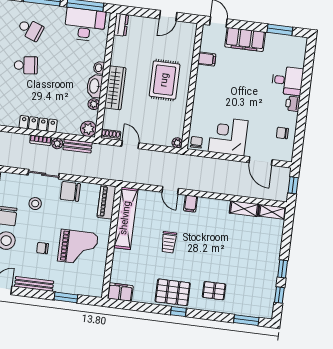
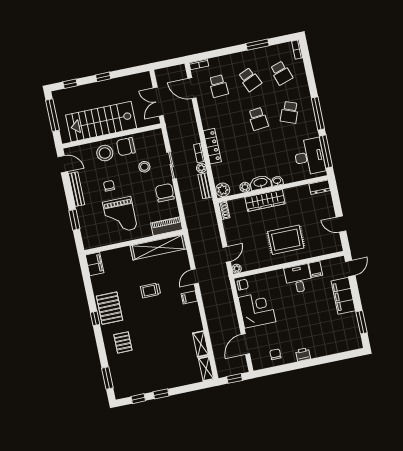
desk: (287, 81) -> (298, 279), moved, turned 180
door: (130, 145) -> (227, 254), moved

